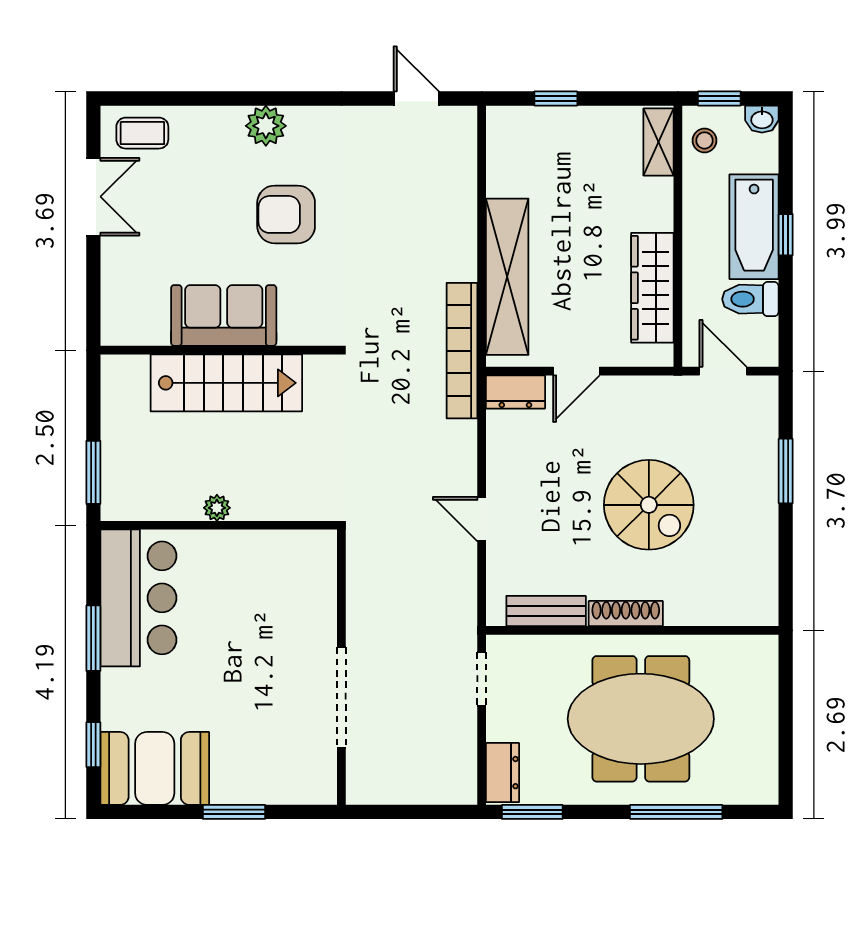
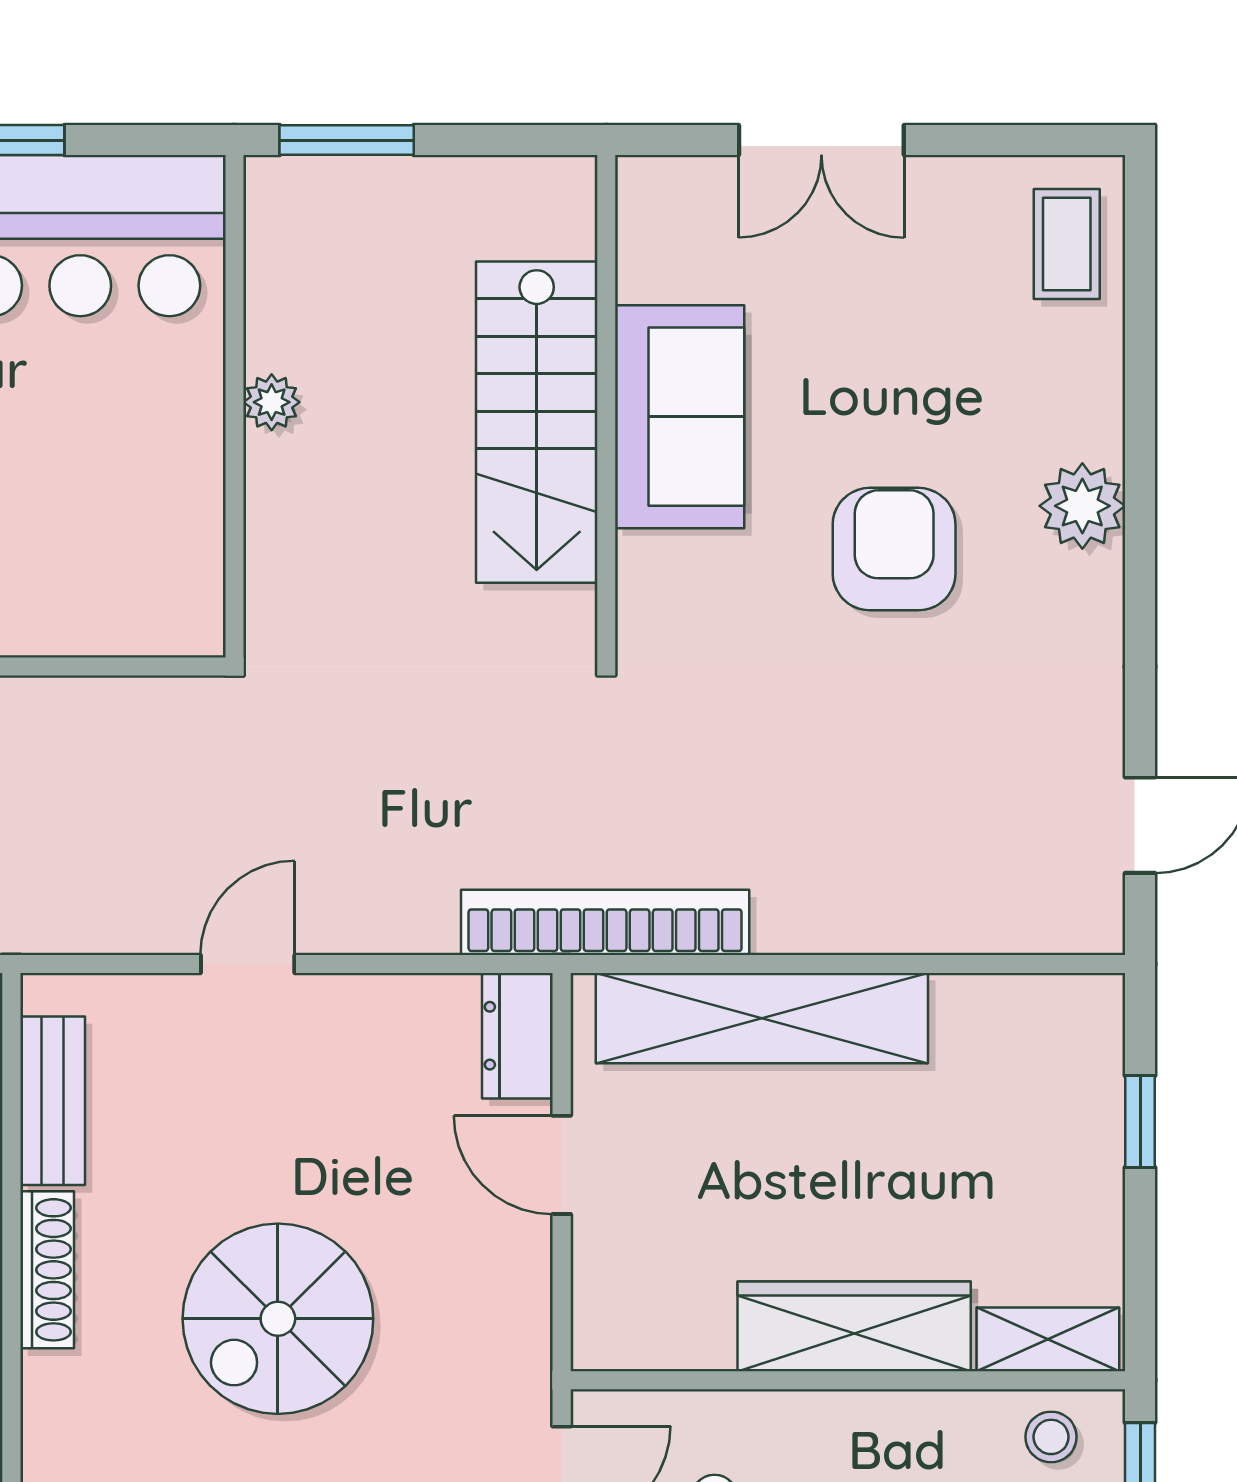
double door: (93, 197) -> (821, 140), moved
wardrobe: (652, 288) -> (854, 1326), moved

